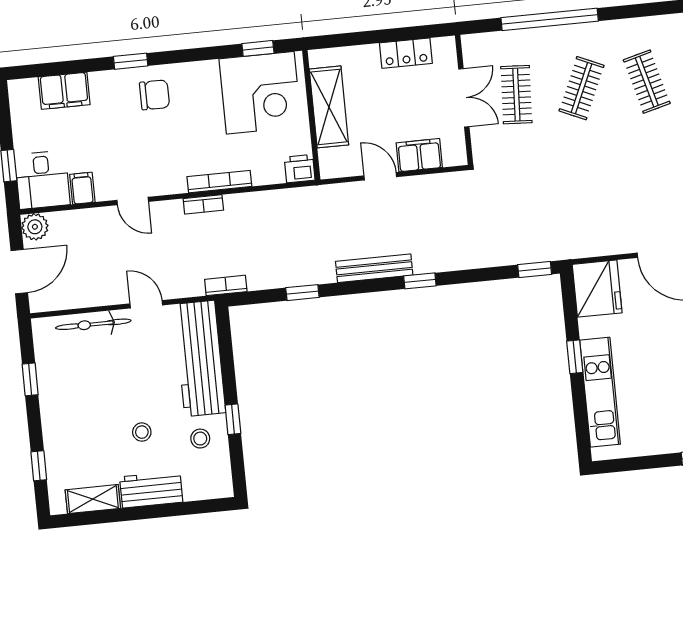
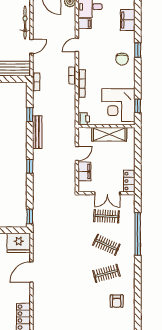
locker: (406, 53) -> (129, 181), moved
bench: (374, 268) -> (37, 132), moved

